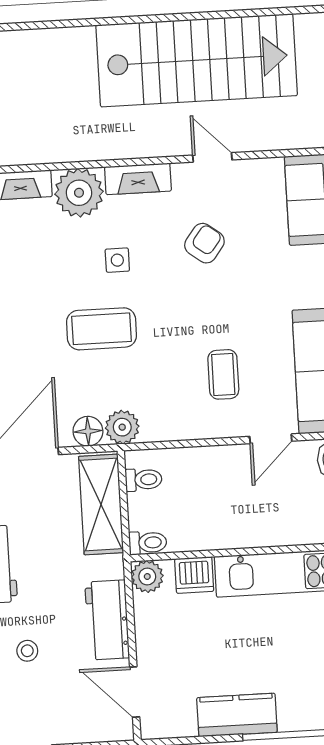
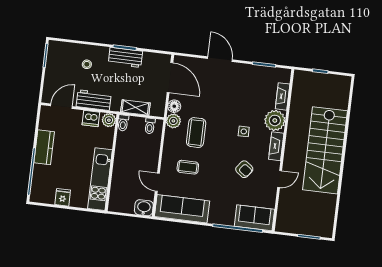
stairs: (197, 60) -> (325, 150), moved
coffee table: (101, 329) -> (196, 133), moved
shelving: (101, 504) -> (135, 107), width x0.67, depth x0.75
dishwasher: (194, 575) -> (91, 118), moved, turned -90

